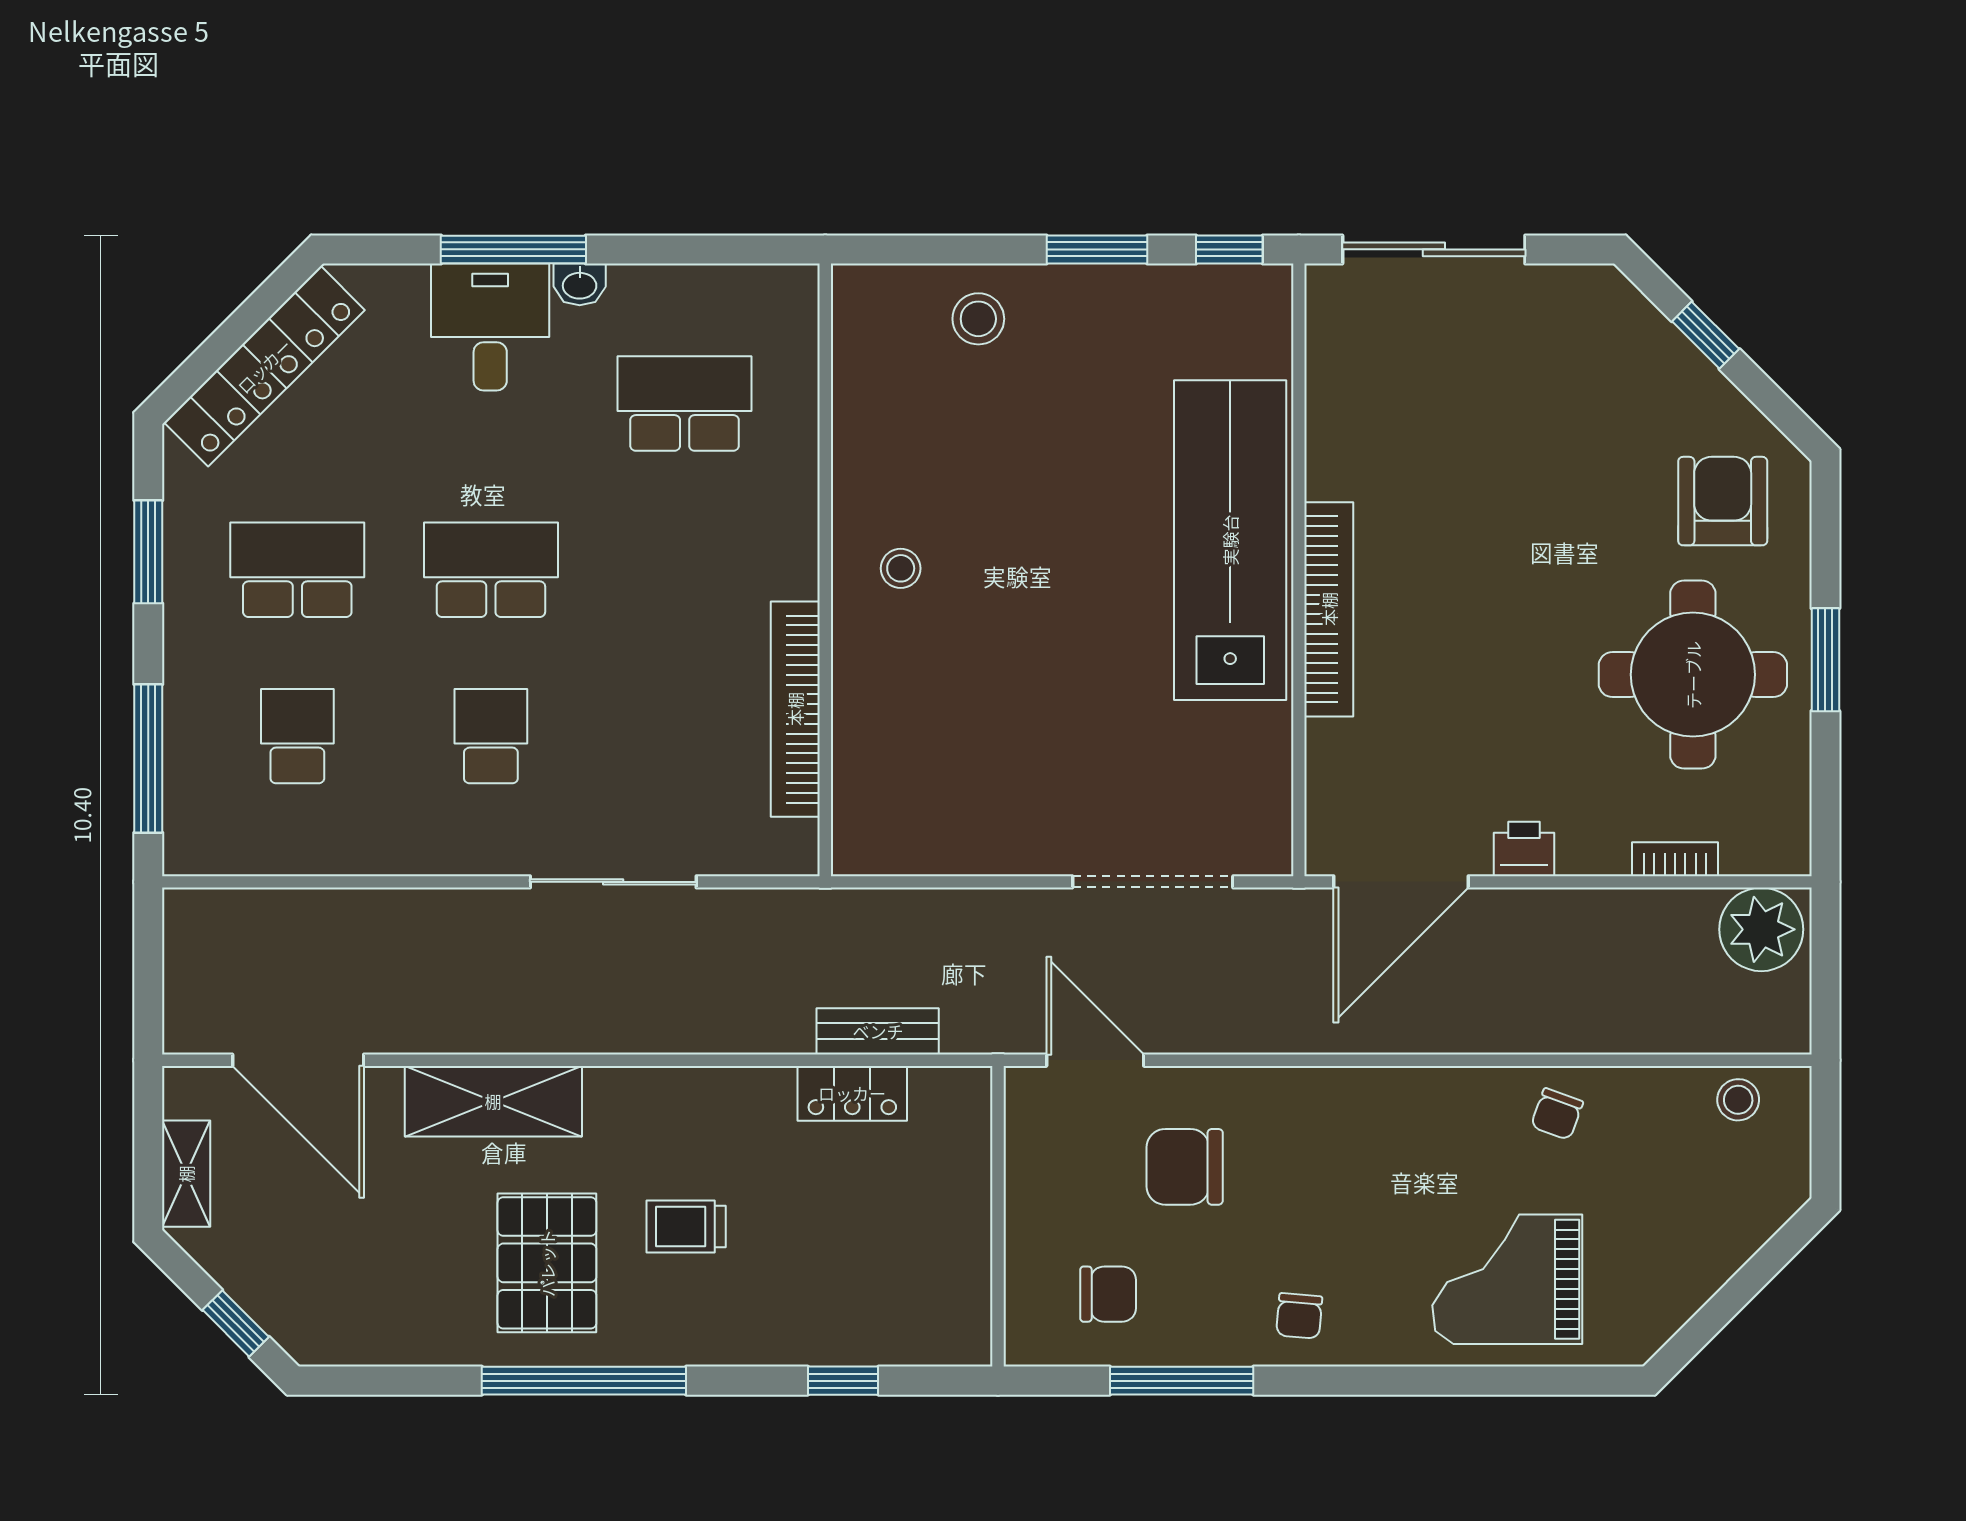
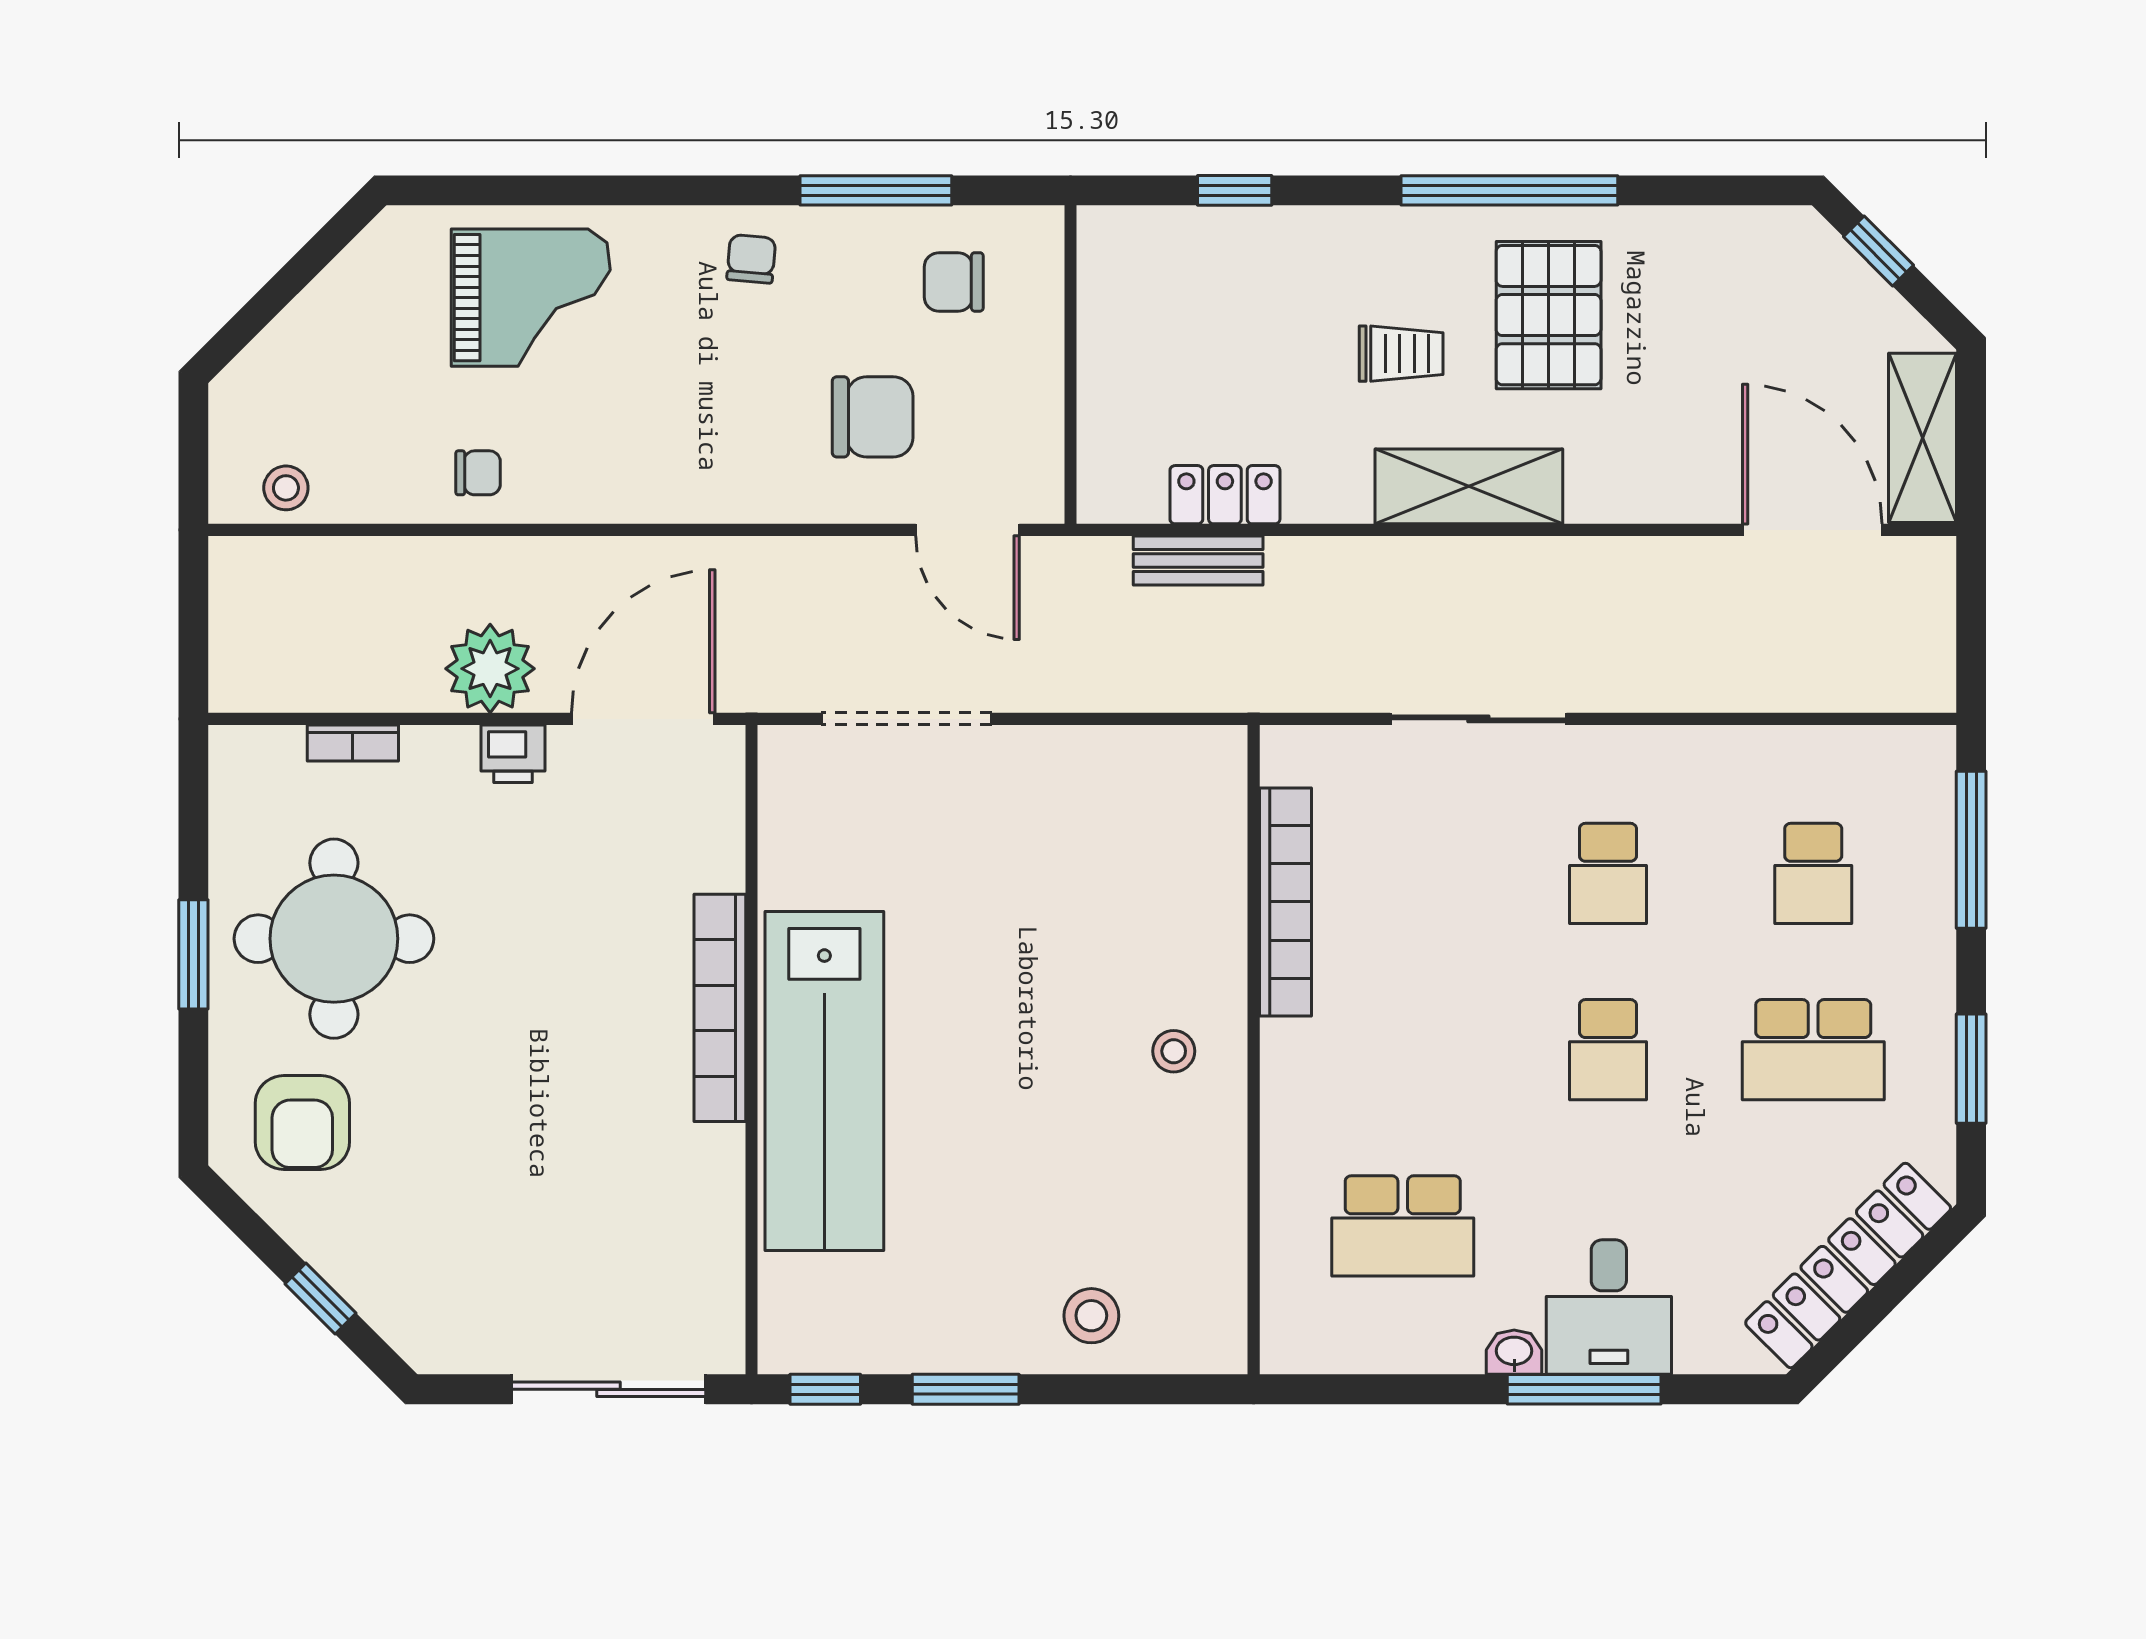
school desk: (491, 570) -> (1608, 1050), width x0.54
plant: (1761, 929) -> (490, 669), moved
shelving: (493, 1101) -> (1469, 486), moved
chair: (1557, 1114) -> (478, 473), turned 70
shelving: (186, 1174) -> (1923, 438), width x1.50, depth x1.33

